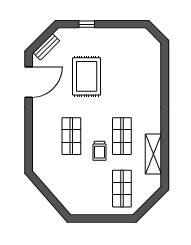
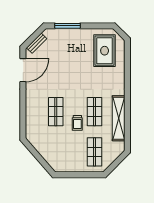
window: (87, 24) -> (68, 26), width x2.17
rug: (87, 76) -> (105, 51), moved
shelving: (153, 154) -> (119, 118), width x1.47

